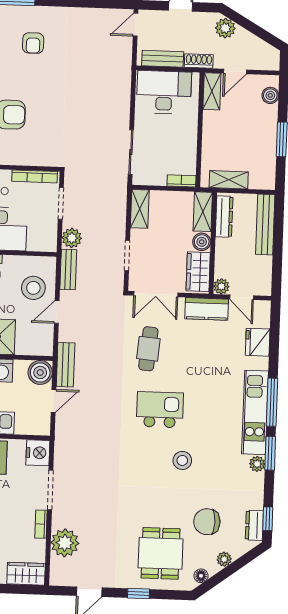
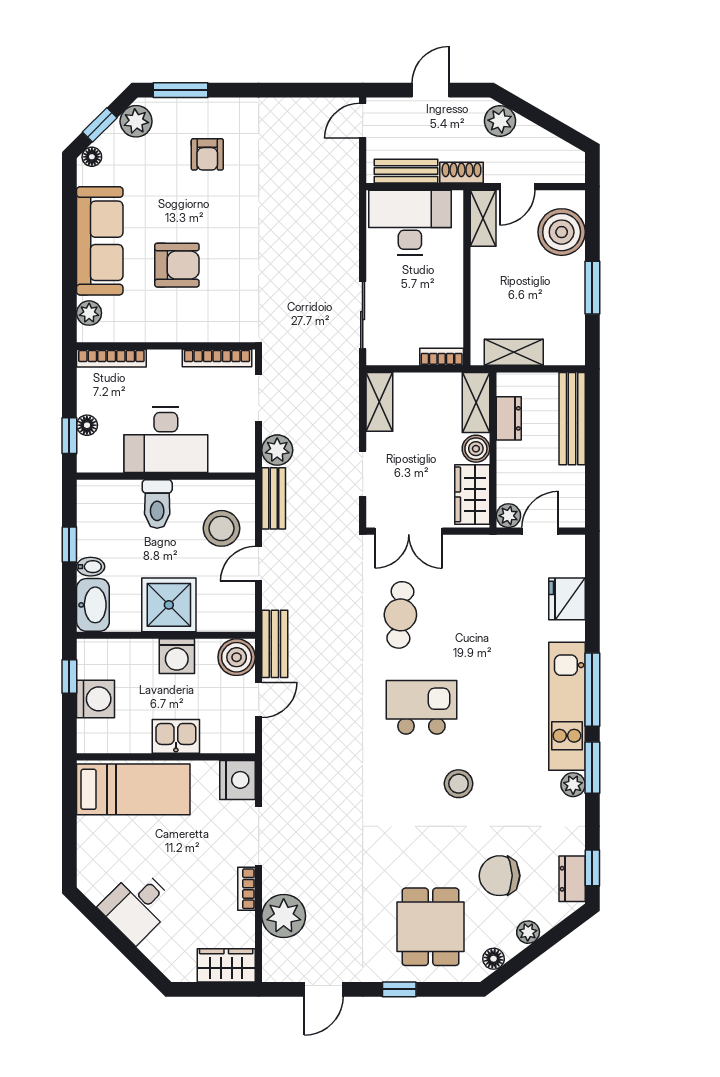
boiler: (270, 95) -> (562, 232), width x1.86, depth x1.86
dresser: (224, 217) -> (509, 418), width x0.70
door: (242, 297) -> (540, 531), swing flipped
kitchen counter: (207, 309) -> (487, 551), removed

